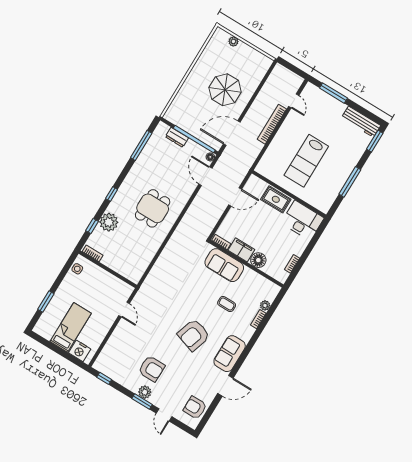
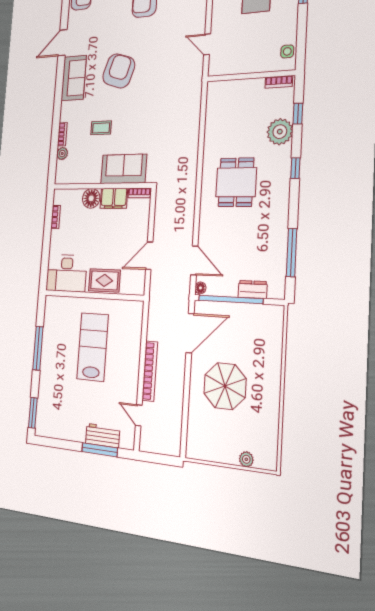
workbench: (361, 122) -> (103, 436), moved, width x0.73

